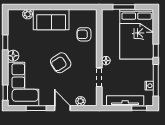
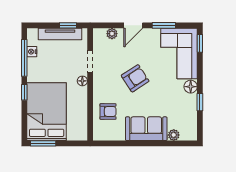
window: (124, 7) -> (43, 143), moved
door: (62, 108) -> (133, 25), hinge flipped
window: (139, 108) -> (68, 25), moved

